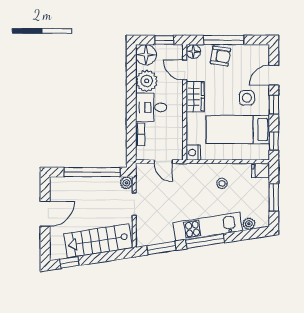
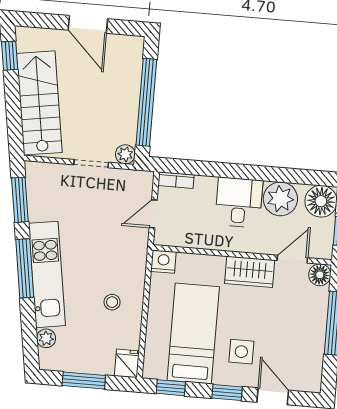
armchair: (221, 56) -> (309, 316), removed
bookcase: (140, 134) -> (176, 180), moved

